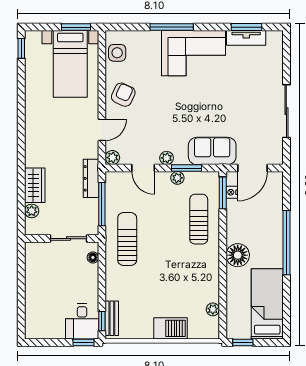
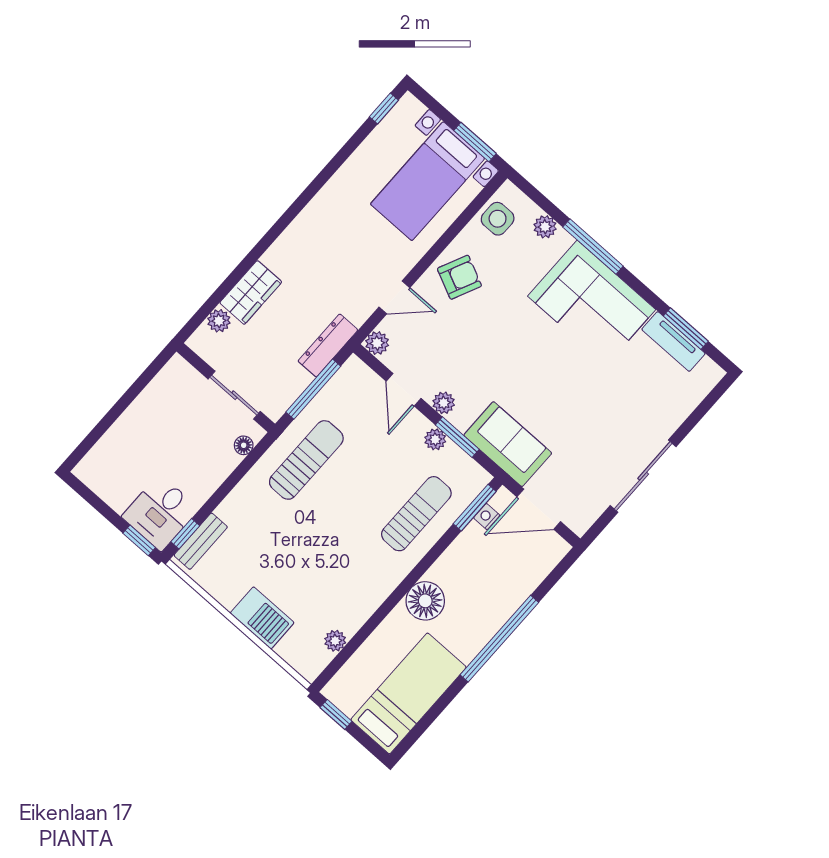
plant: (142, 37) -> (545, 227), added

